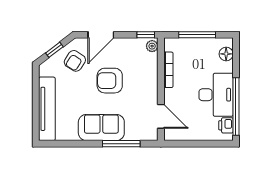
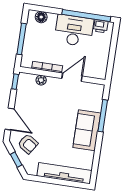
plant: (152, 46) -> (41, 80), moved
armchair: (110, 81) -> (49, 117), removed
door: (161, 116) -> (72, 77), moved

